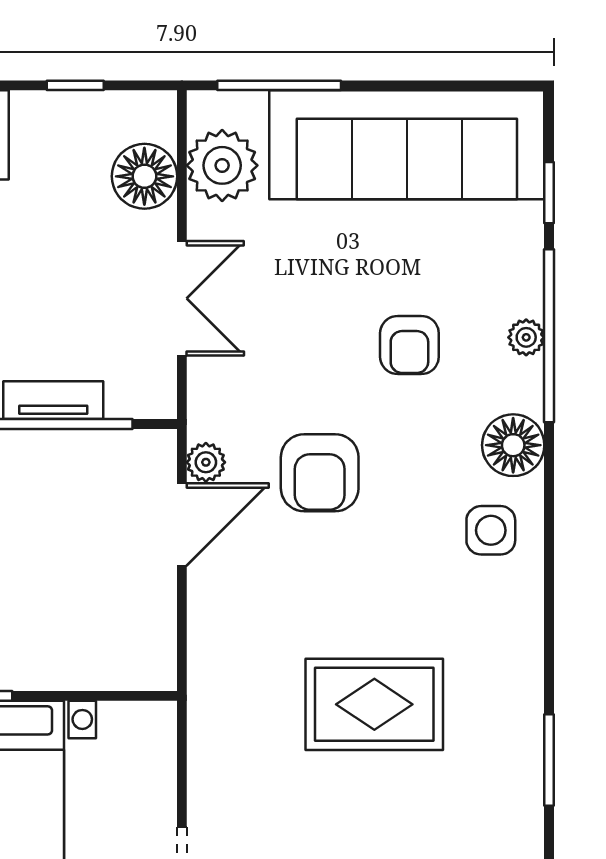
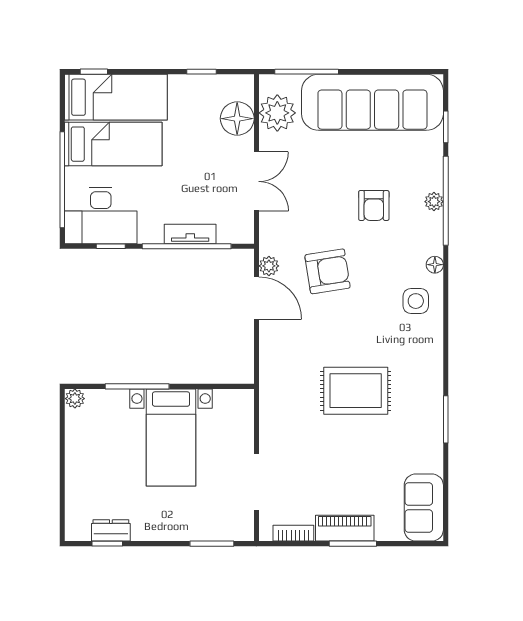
floor lamp: (513, 445) -> (435, 265), width x0.53, depth x0.53
armchair: (320, 473) -> (328, 271), turned -99
door: (182, 524) -> (256, 298), hinge flipped

